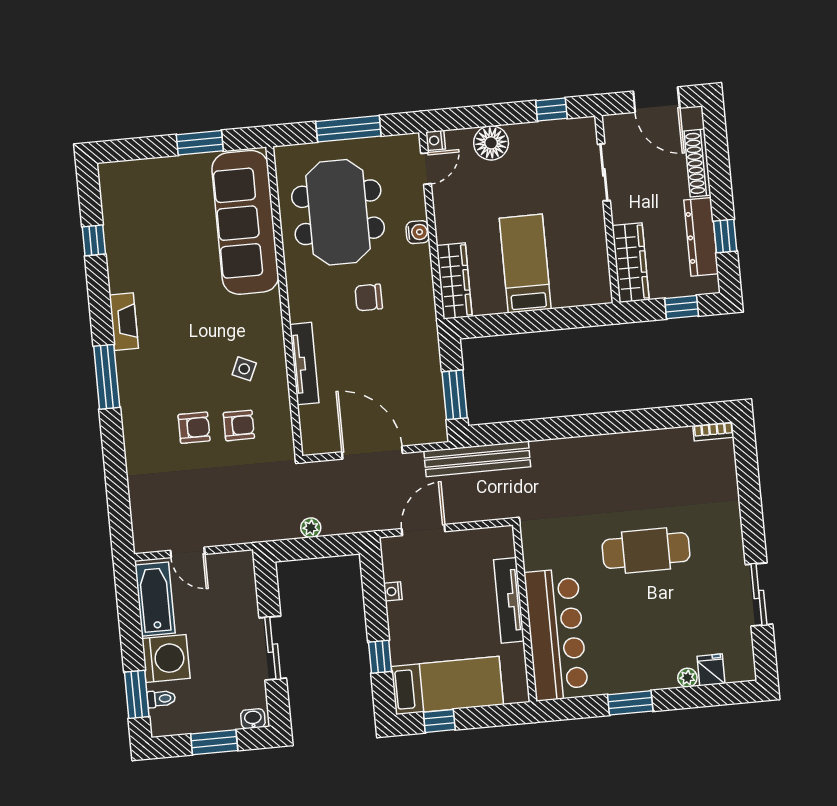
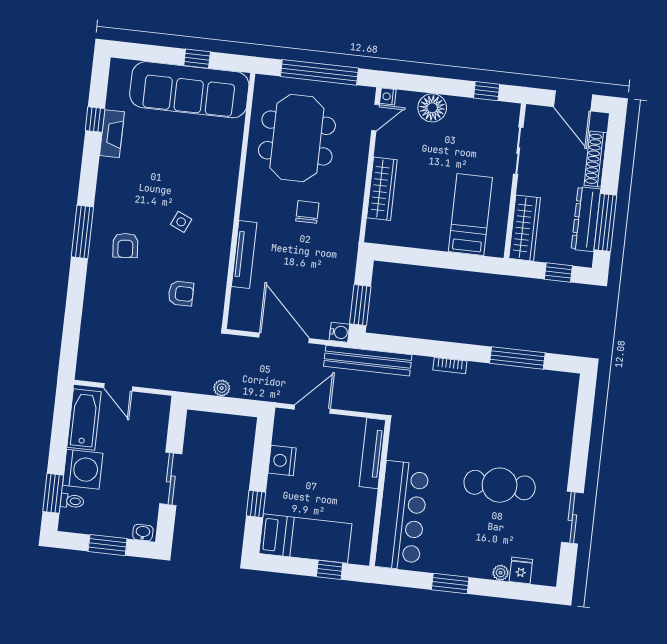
window: (348, 129) -> (319, 72), width x1.46
window: (200, 143) -> (197, 59), width x0.67
sofa: (245, 222) -> (189, 90), moved, turned -90
water cooler: (418, 232) -> (339, 332), moved
window: (725, 236) -> (605, 223), width x2.17
bed: (525, 264) -> (470, 215), moved
wardrobe: (454, 281) -> (382, 189), moved
chair: (369, 297) -> (307, 212), turned 90
fireplace: (124, 322) -> (112, 134), moved
side table: (244, 369) -> (181, 222), moved
window: (654, 419) -> (517, 358), added
armchair: (194, 428) -> (125, 245), moved, turned 85
bookcase: (713, 431) -> (450, 366), moved
cafe table: (646, 550) -> (500, 485), moved
nightstand: (393, 591) -> (282, 461), width x1.89, depth x1.79
tv unit: (509, 600) -> (372, 453), moved
window: (439, 721) -> (330, 570), moved

